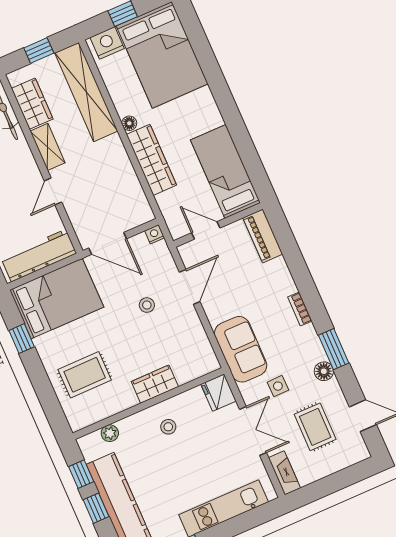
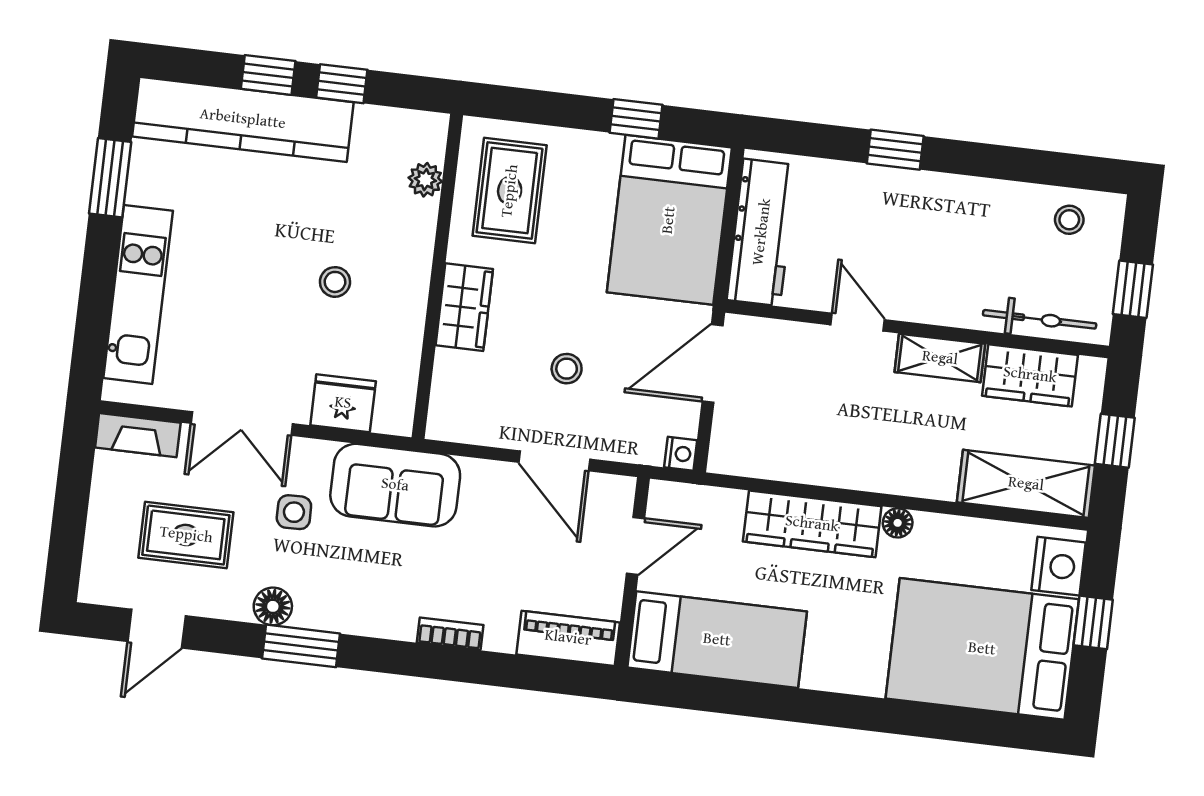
shelving: (86, 92) -> (1026, 484), width x0.68
bookcase: (300, 309) -> (450, 634), moved
wardrobe: (155, 384) -> (464, 307), moved
wall: (148, 403) -> (437, 276), moved
plant: (110, 433) -> (425, 180), moved

